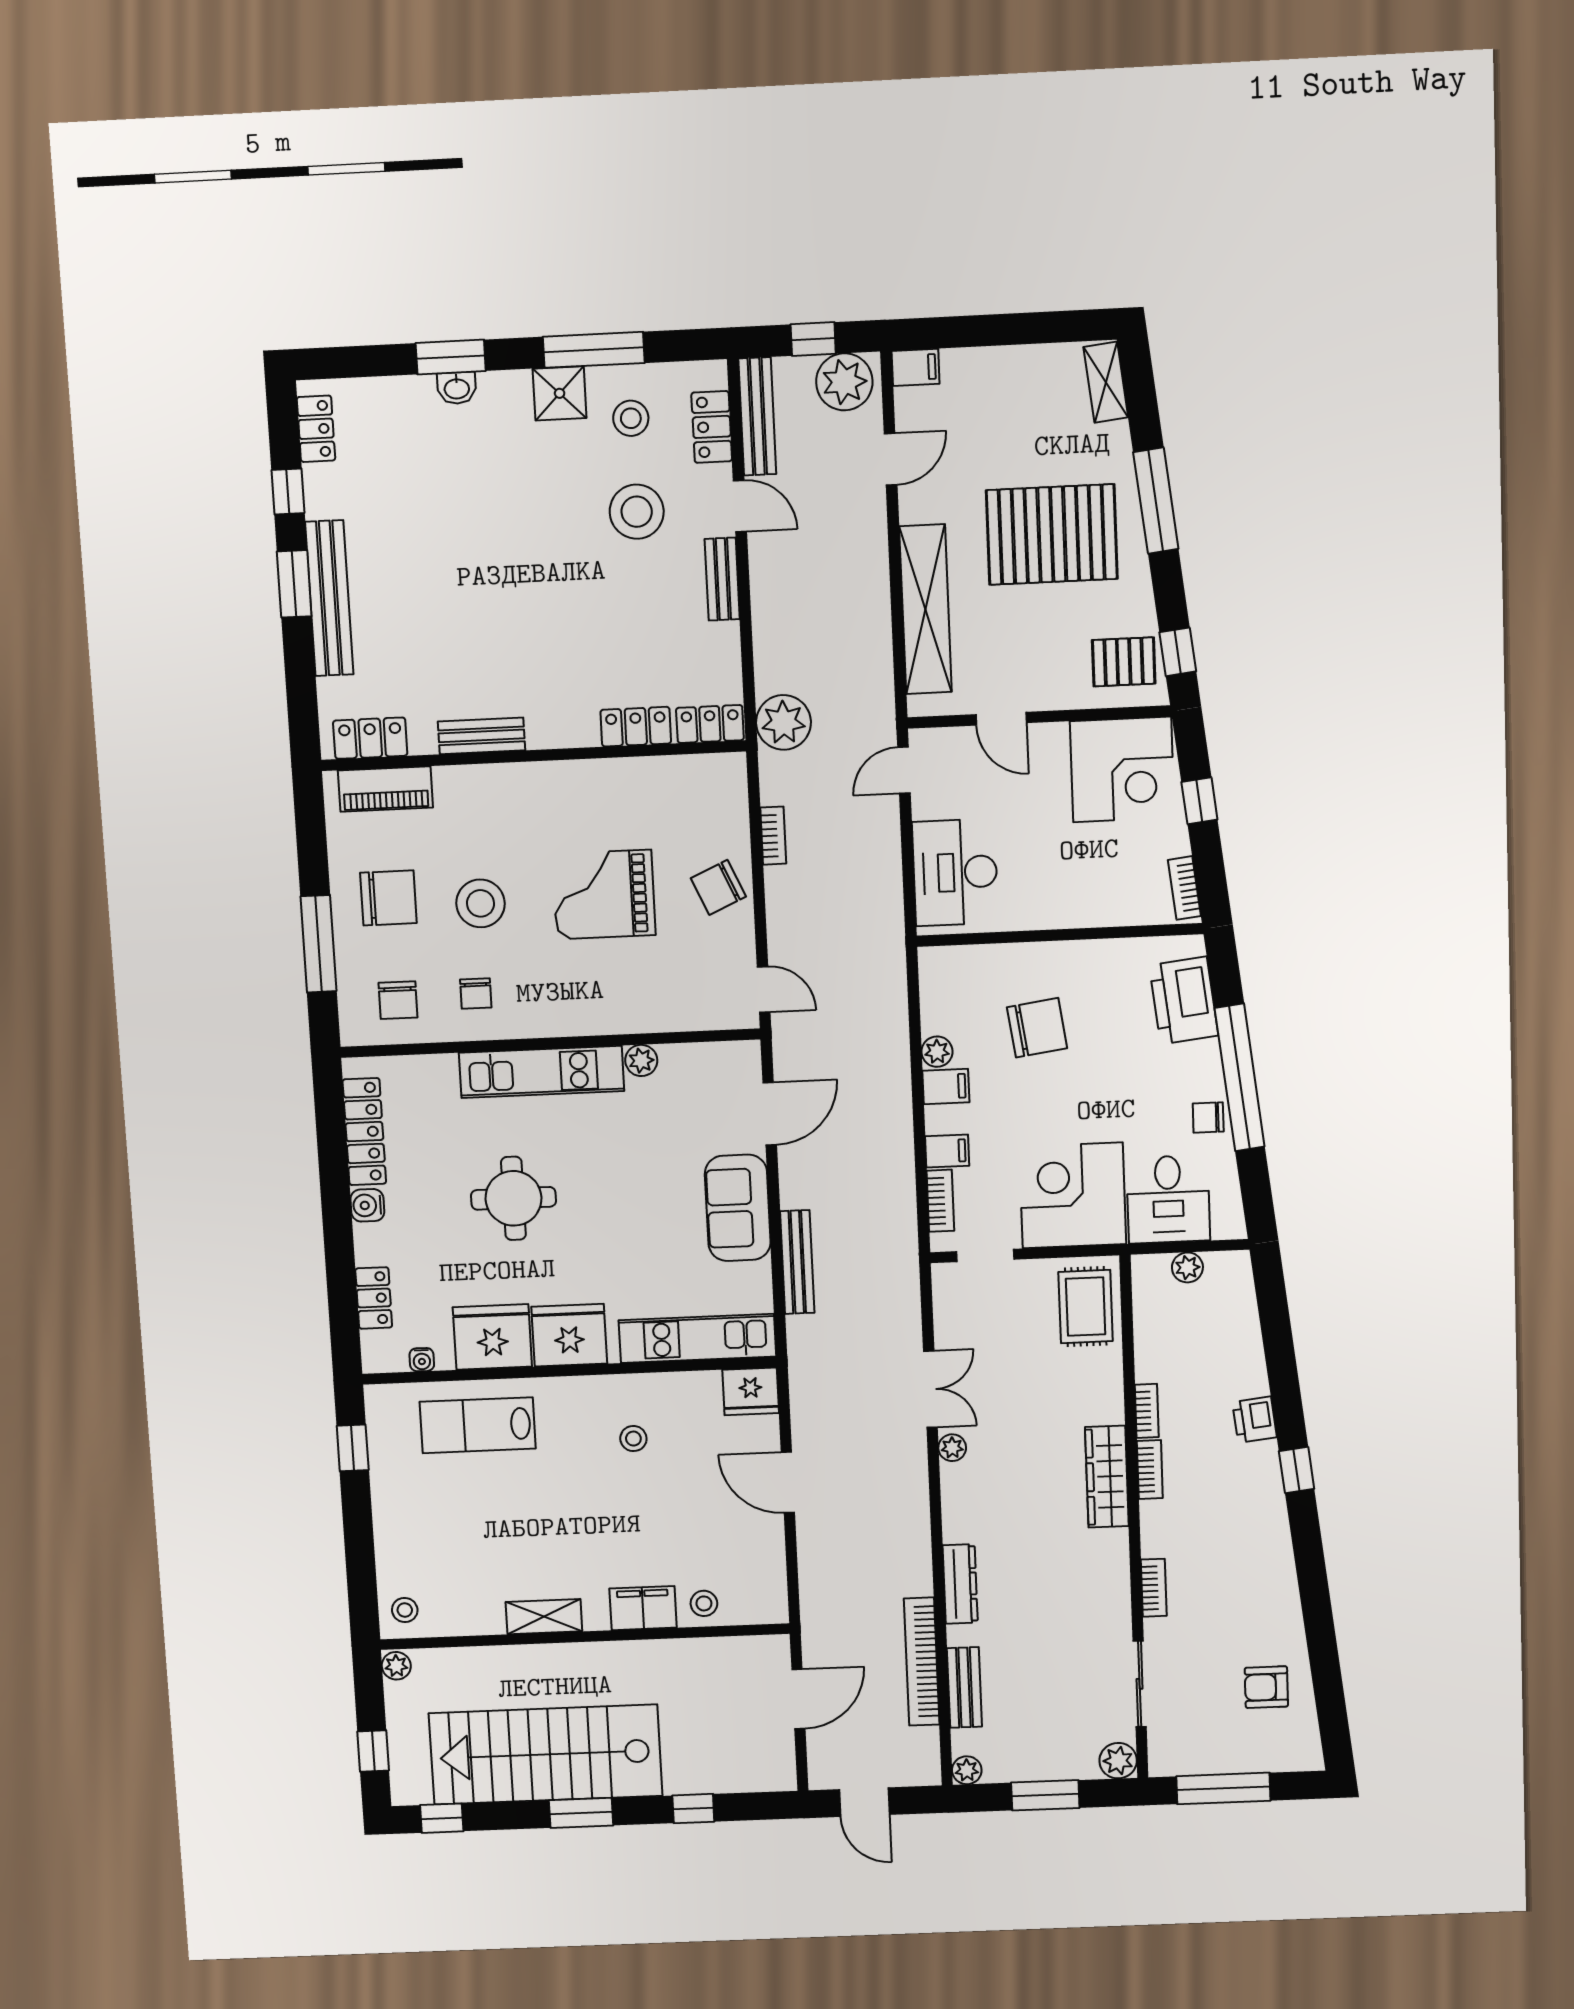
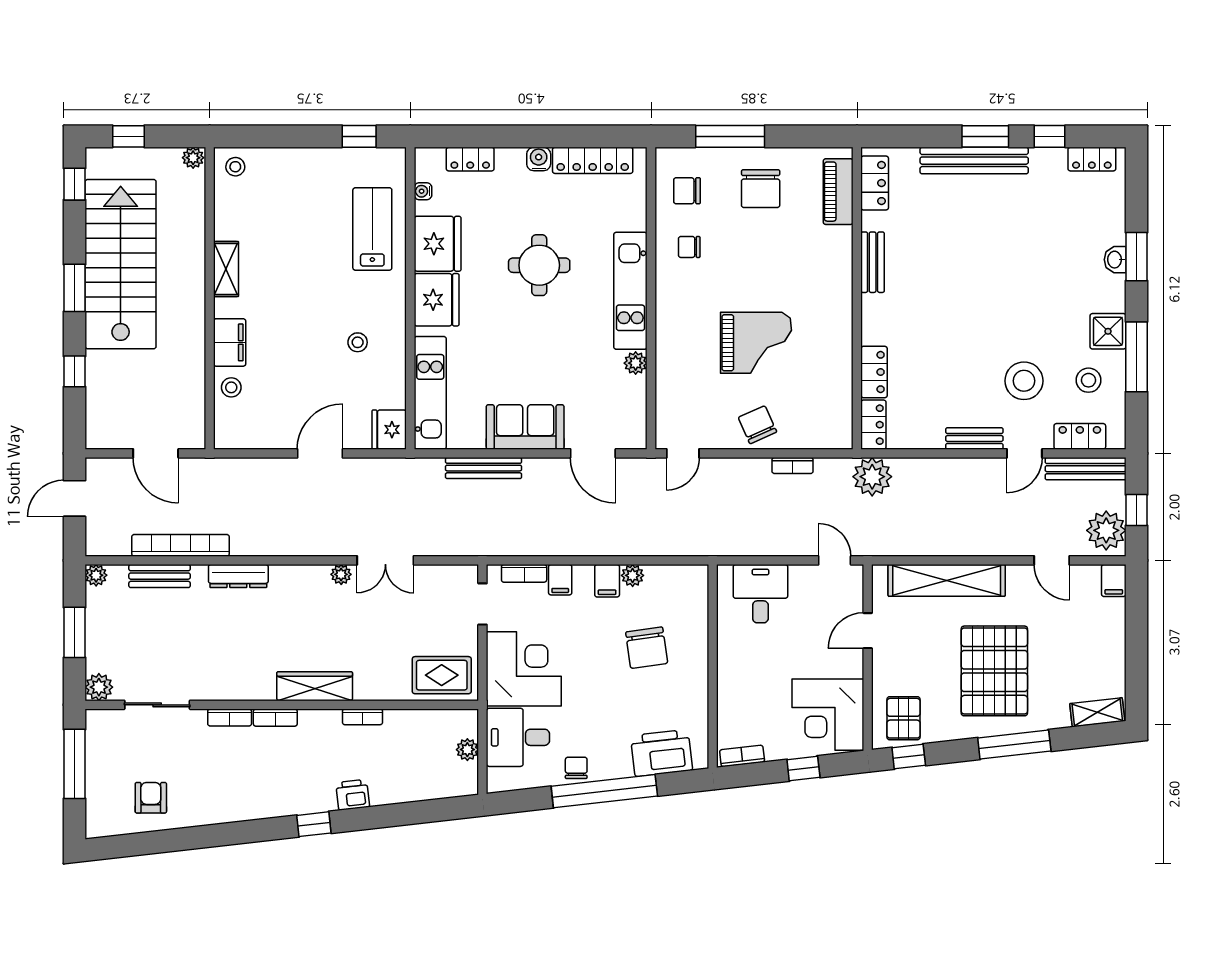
desk: (955, 872) -> (760, 594), width x0.73
grand piano: (604, 895) -> (756, 343), turned 90
stool: (480, 903) -> (754, 254), removed
bookcase: (1150, 1470) -> (275, 718), moved

